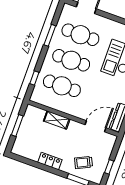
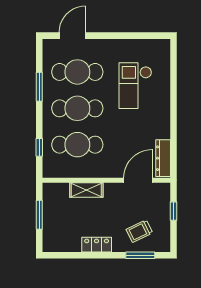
window: (109, 167) -> (174, 211), moved

